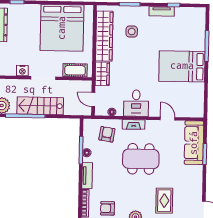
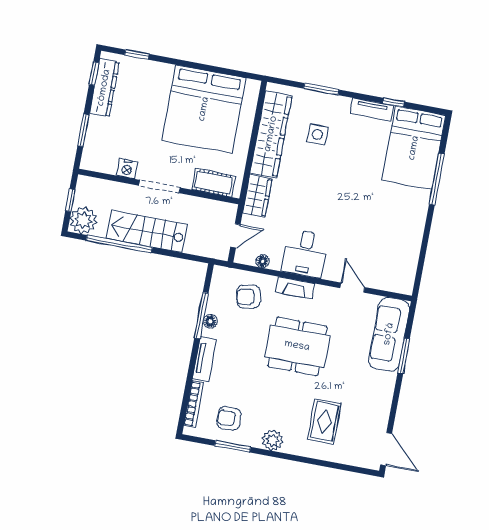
bed: (182, 66) -> (414, 148), moved, turned -90
door: (93, 100) -> (235, 236), swing flipped
armchair: (107, 134) -> (248, 297), turned -110

